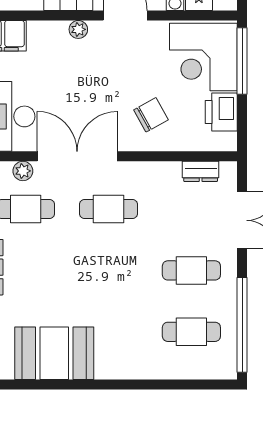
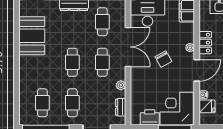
chair: (151, 115) -> (163, 59), moved
plant: (23, 171) -> (121, 85), moved
cafe table: (108, 270) -> (72, 62), added

